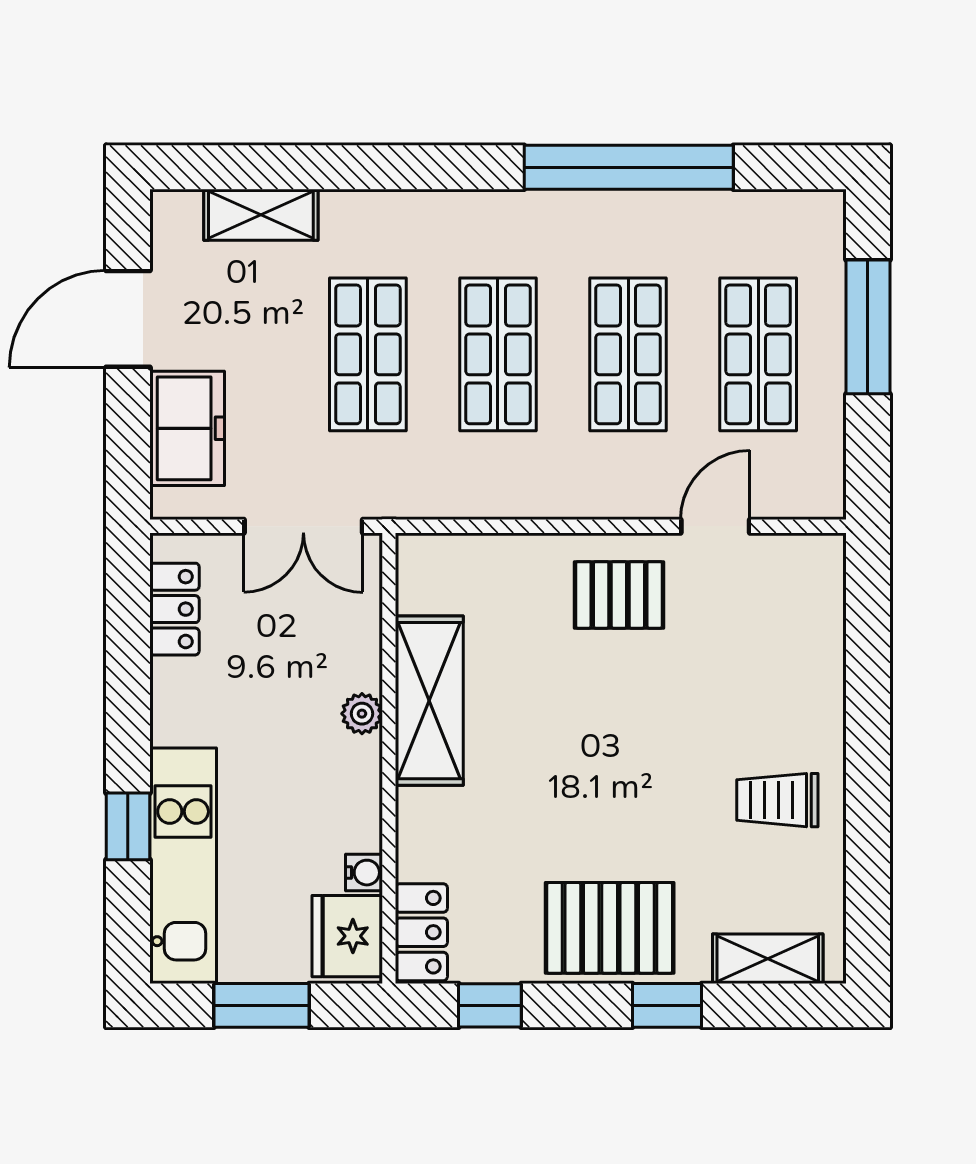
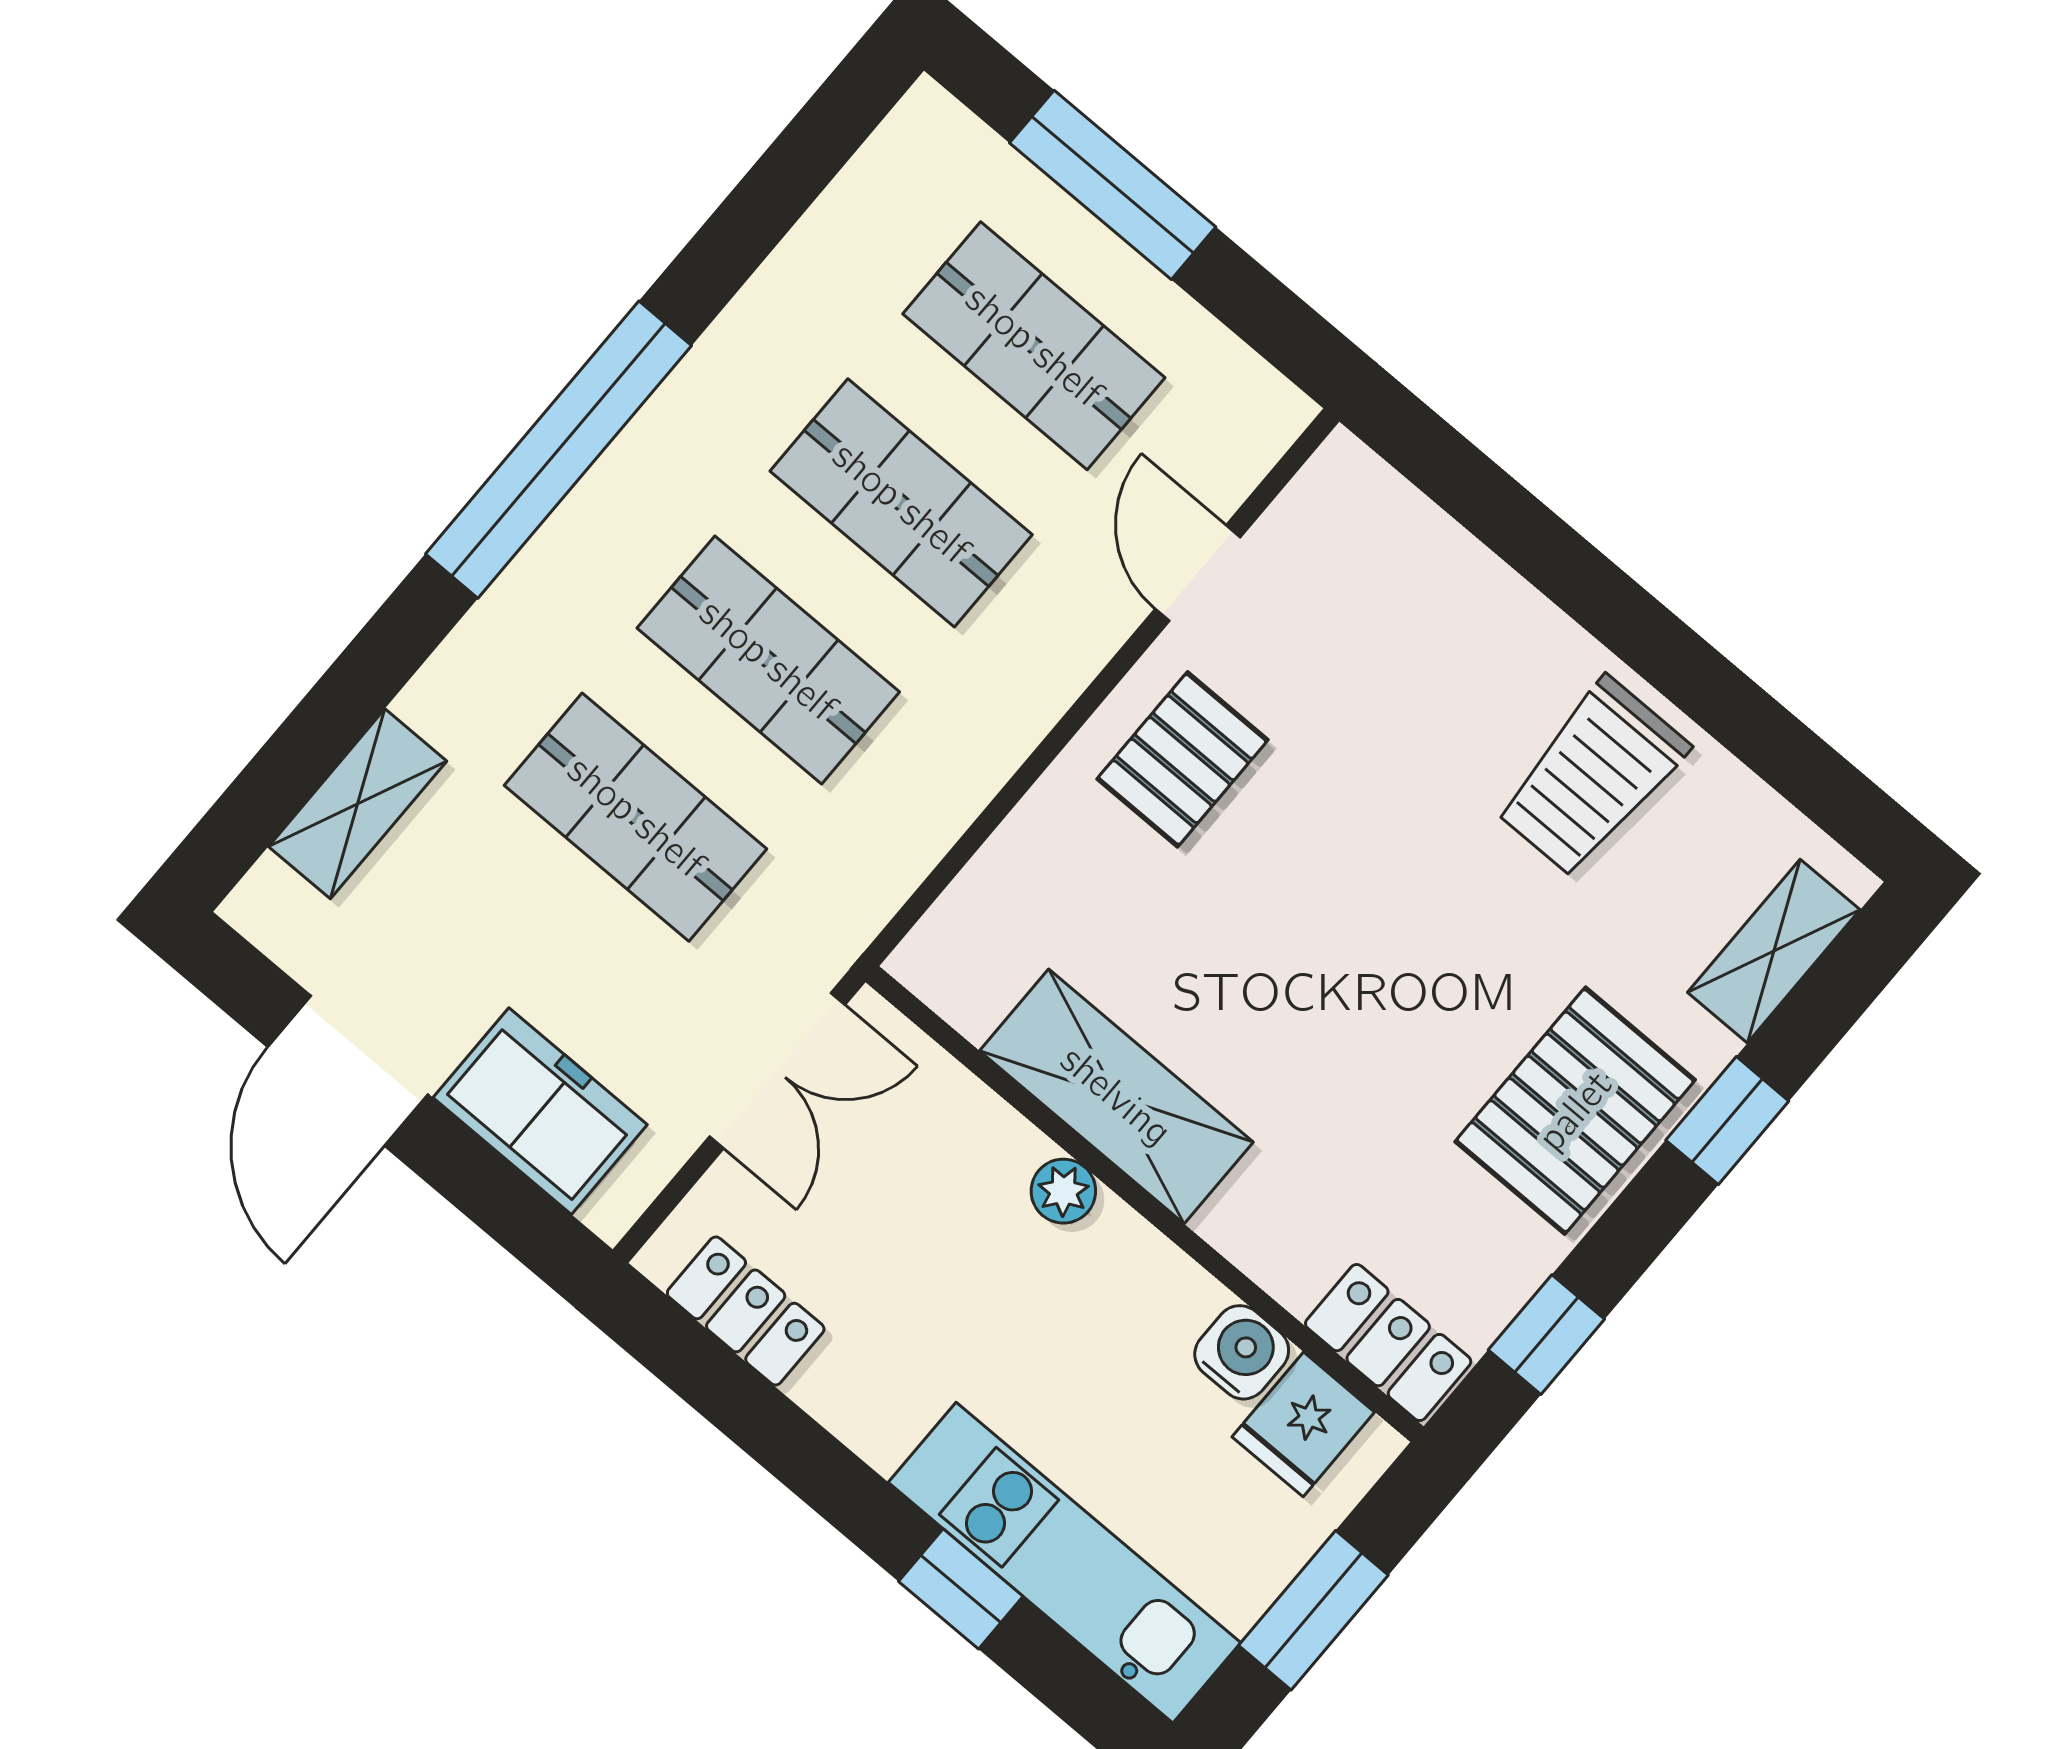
window: (629, 167) -> (558, 450), moved
trolley: (777, 800) -> (1592, 777), width x1.36, depth x1.39
water cooler: (364, 873) -> (1242, 1352), width x1.38, depth x1.38
fridge: (347, 936) -> (1303, 1424), width x0.72

